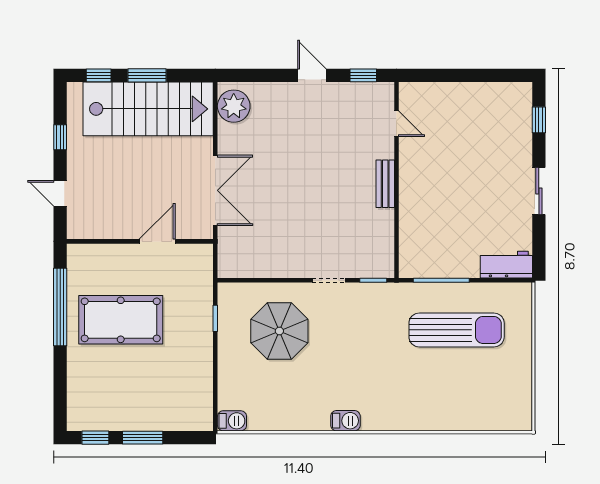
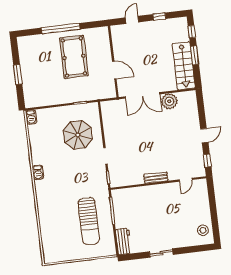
stool: (503, 101) -> (203, 230), added
plant: (234, 106) -> (169, 101), moved
stairs: (148, 109) -> (184, 66), width x0.73, depth x0.66
window: (539, 120) -> (196, 249), removed
window: (60, 307) -> (61, 29), moved
window: (95, 438) -> (15, 51), removed

